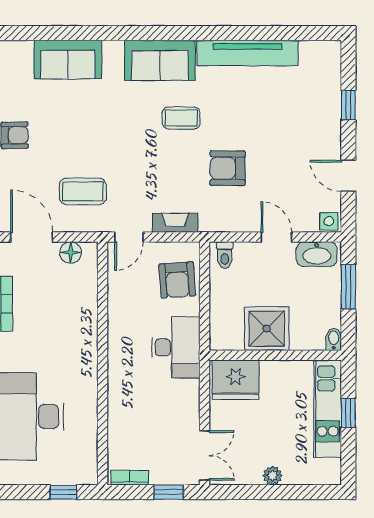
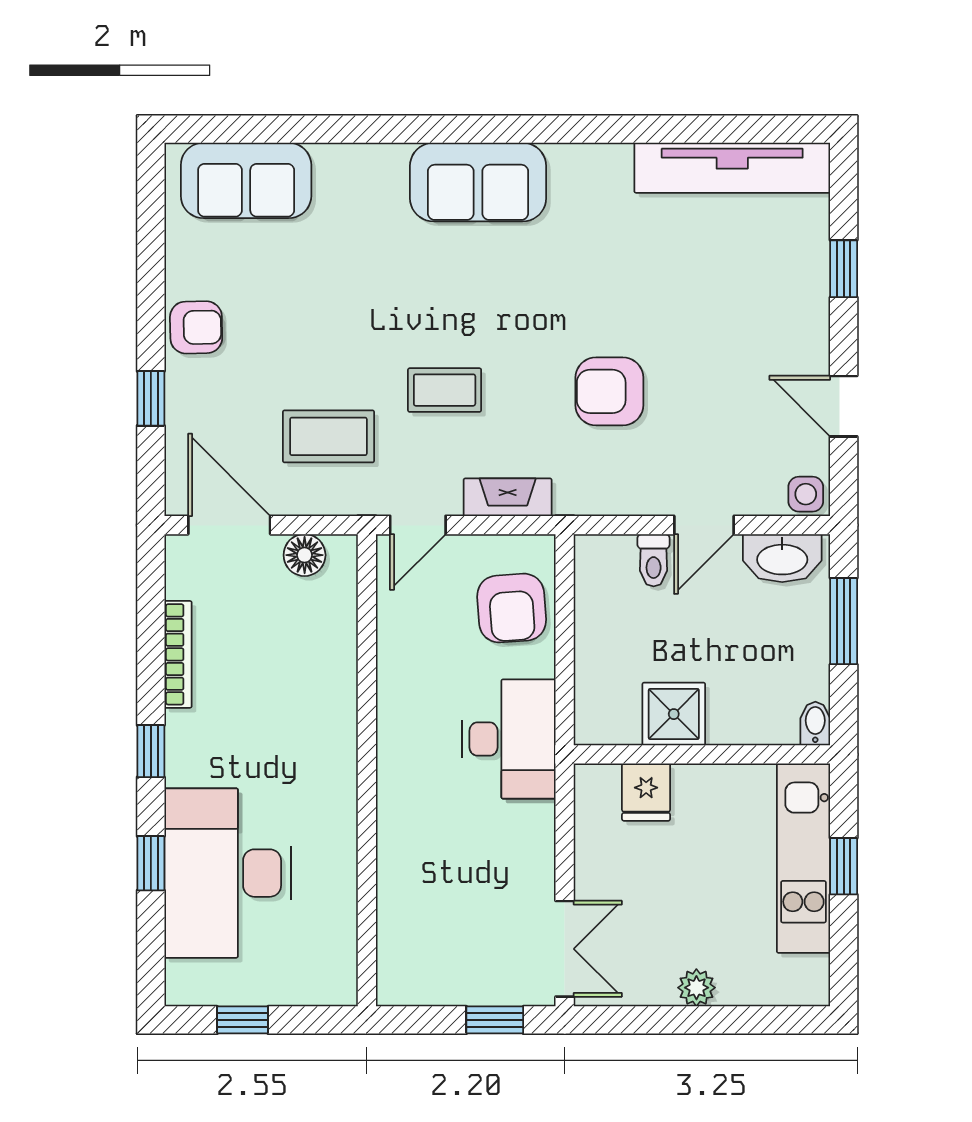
tv unit: (247, 53) -> (732, 168), moved
sofa: (68, 59) -> (246, 180), moved
coffee table: (181, 118) -> (445, 390), moved
door: (276, 237) -> (704, 525), swing flipped
toilet: (225, 255) -> (654, 560), moved
shower: (267, 329) -> (674, 714), width x0.73, depth x0.73
fridge: (236, 380) -> (646, 792), width x0.53, depth x0.75
bookcase: (130, 478) -> (419, 992), removed
window: (63, 492) -> (243, 1020), moved

